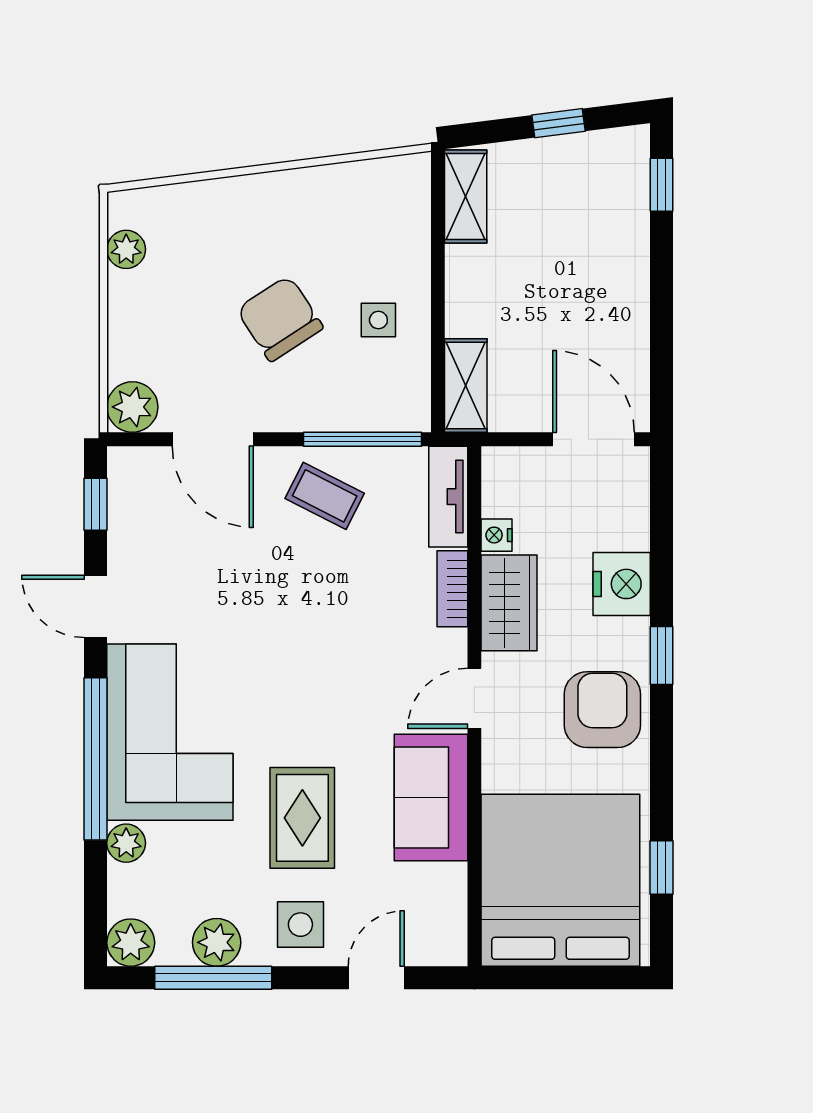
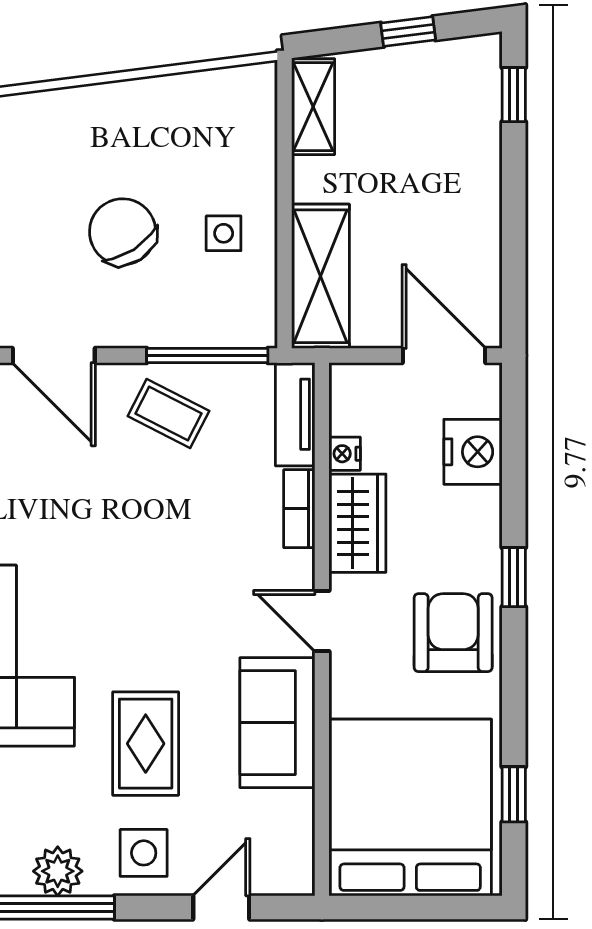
shelving: (466, 385) -> (320, 276), width x1.50, depth x1.33
nightstand: (622, 584) -> (473, 452), moved
door: (474, 698) -> (322, 621), hinge flipped

